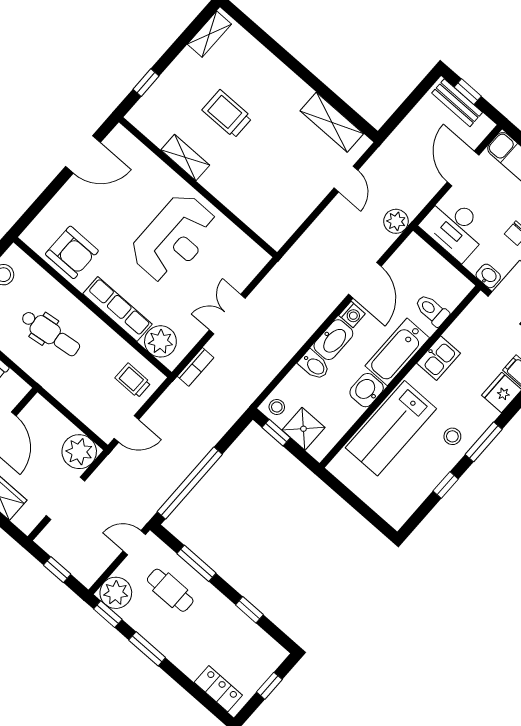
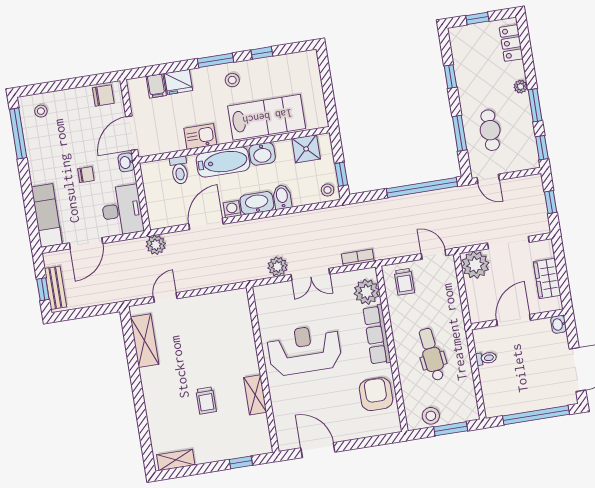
trolley: (227, 114) -> (206, 401), width x0.73, depth x0.72
plant: (264, 296) -> (278, 267), added
shower: (303, 429) -> (306, 149), moved
plant: (116, 593) -> (521, 87), moved, width x0.53, depth x0.53

